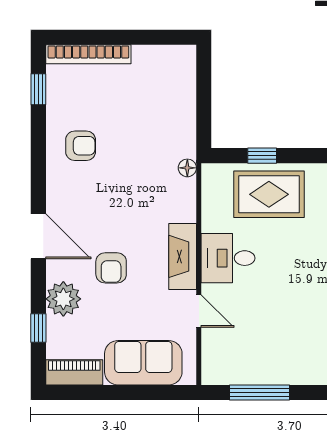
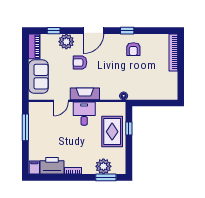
window: (38, 89) -> (127, 31), moved

